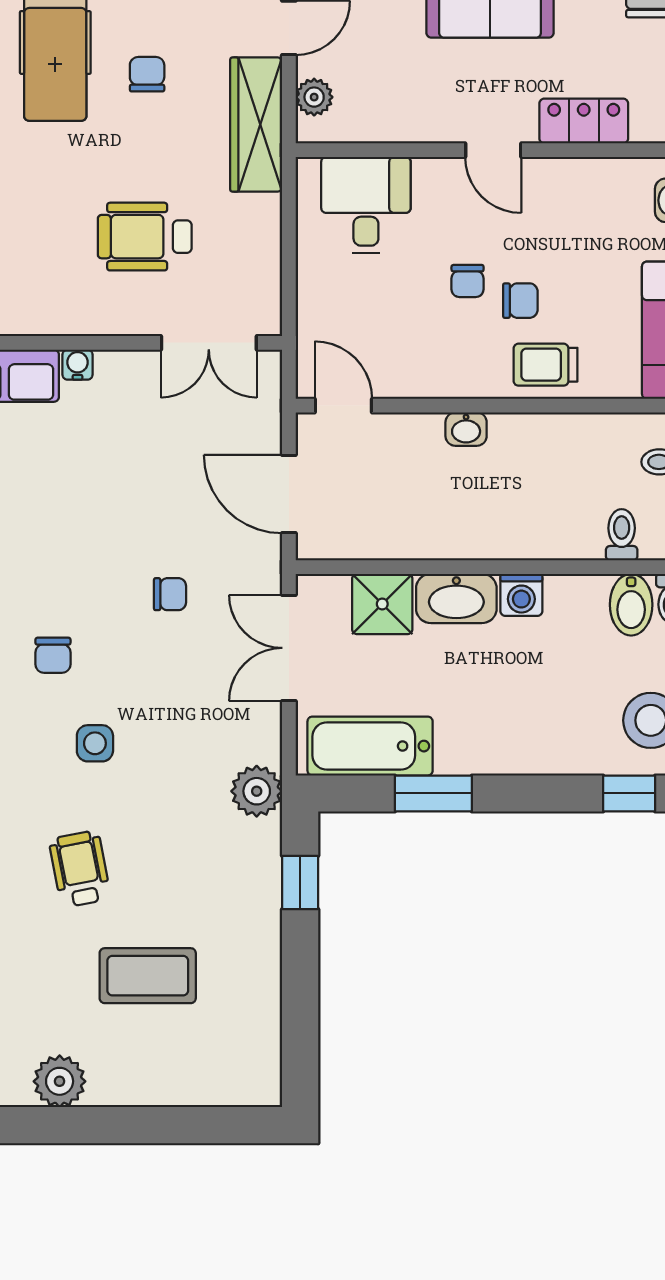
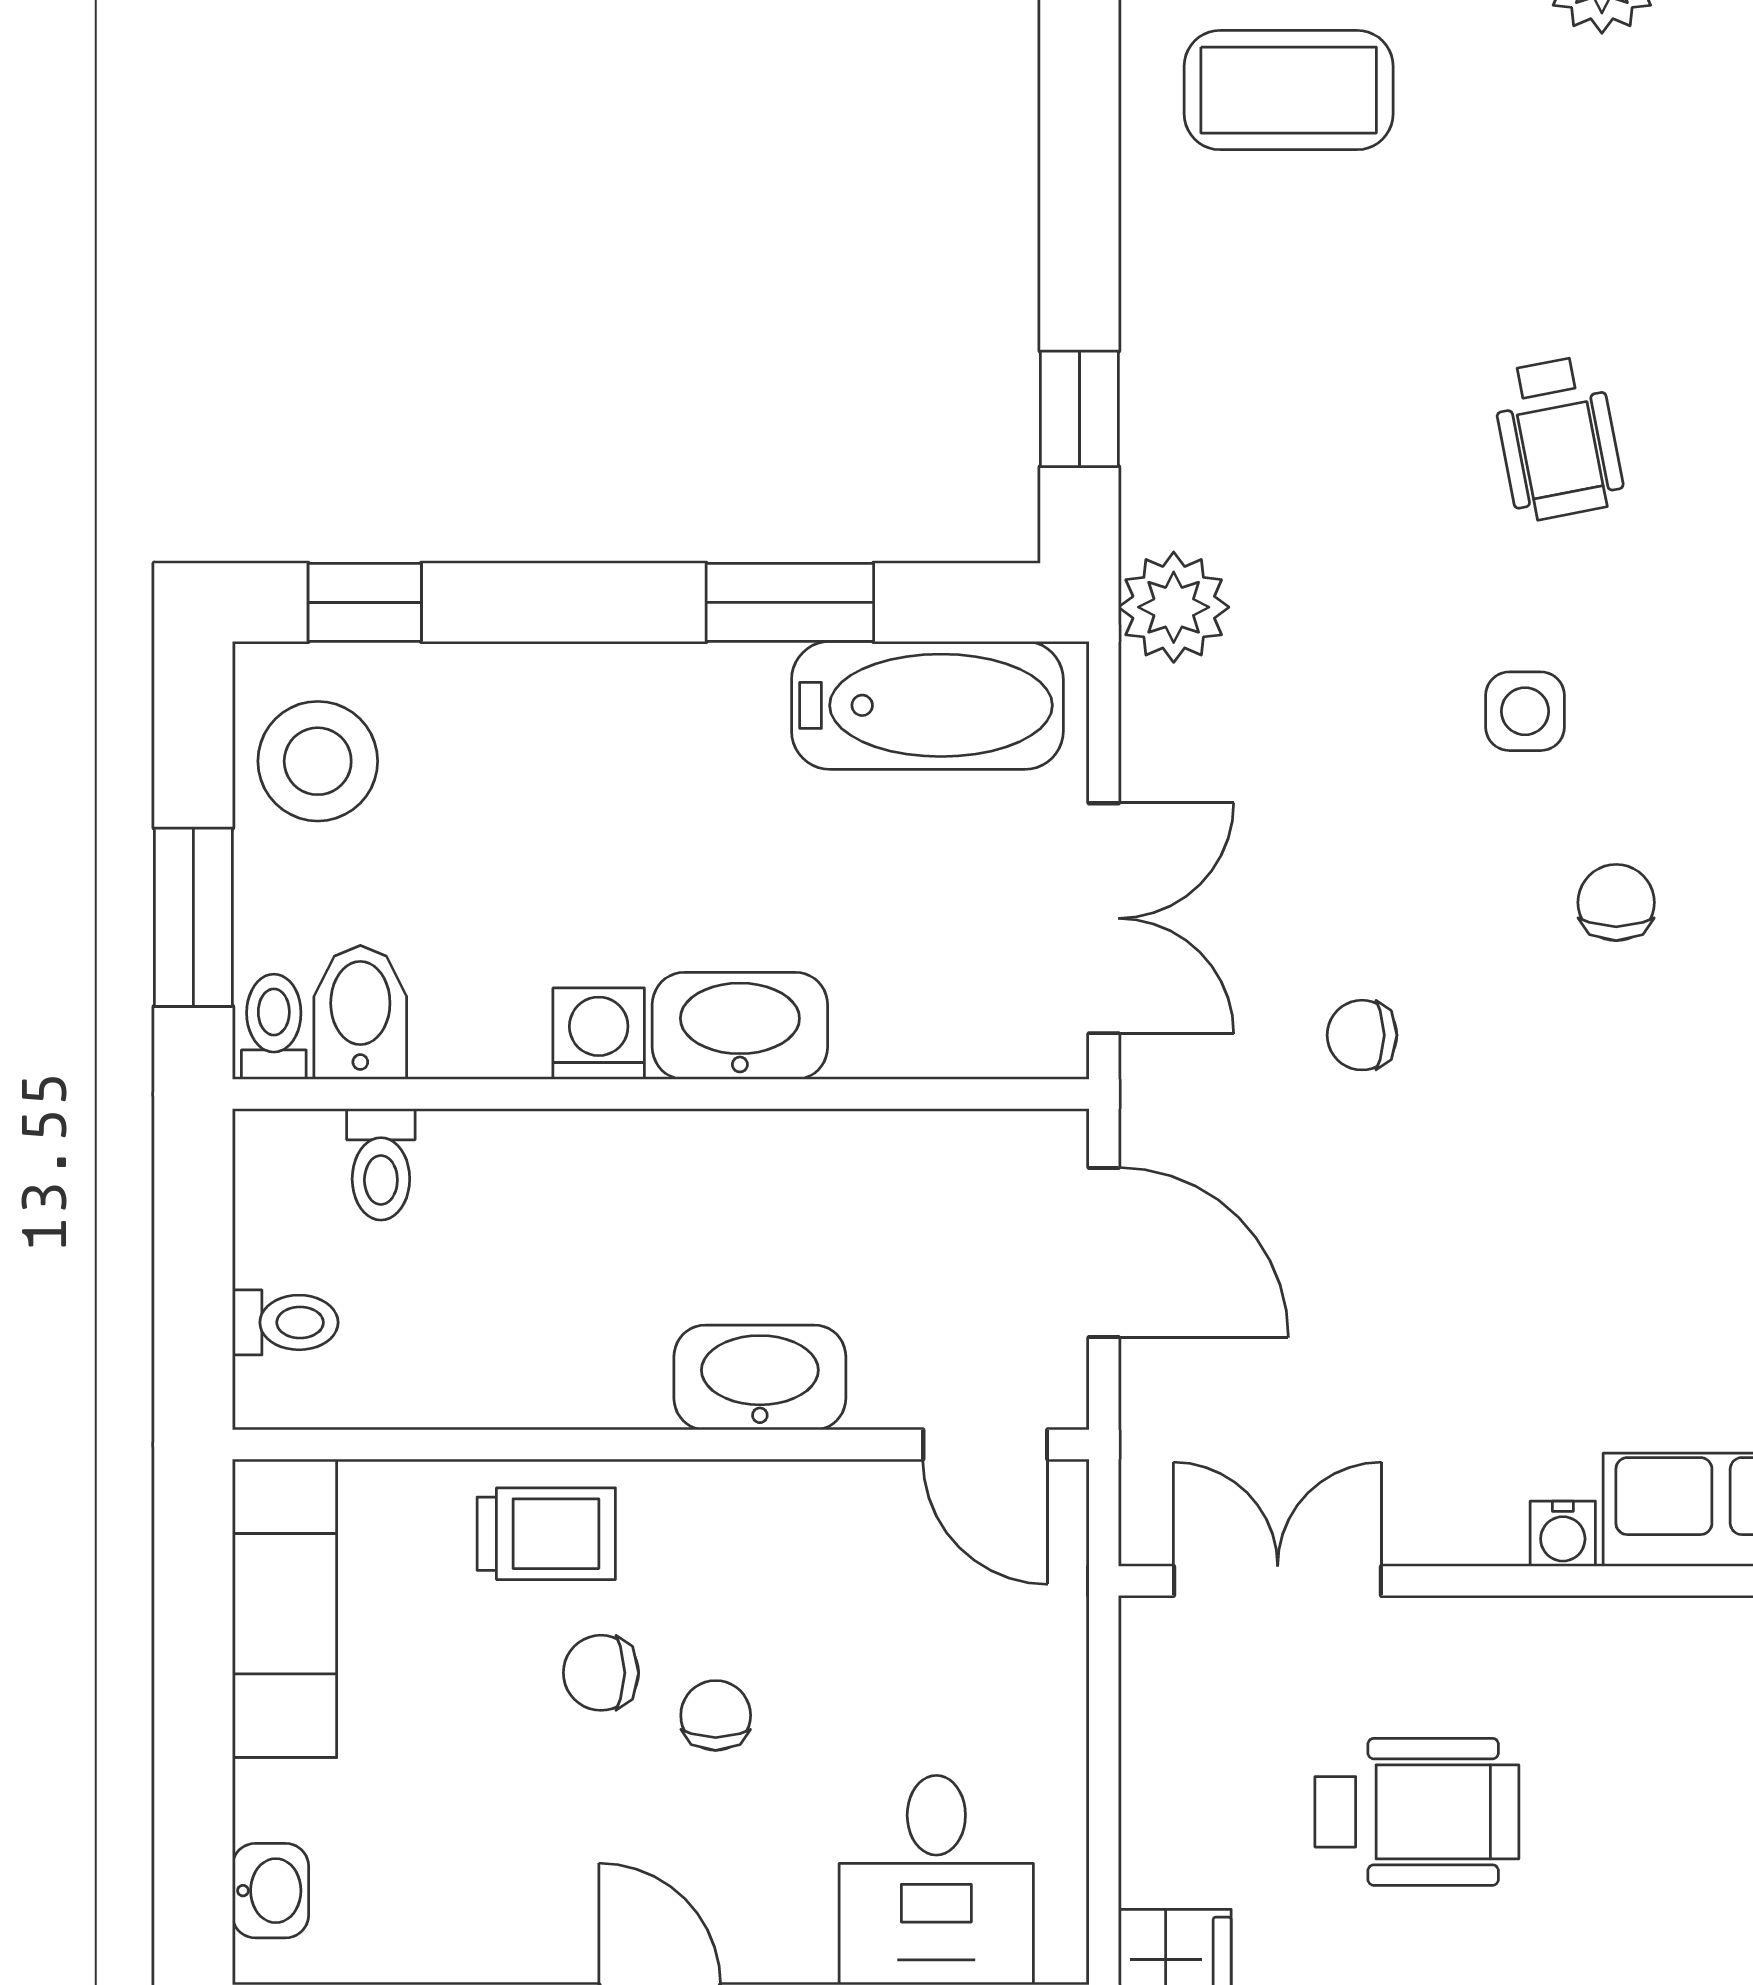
washbasin: (466, 429) -> (760, 1377), width x1.91, depth x1.45
shower: (382, 604) -> (901, 1014), removed
coffee table: (148, 976) -> (1289, 90), moved

